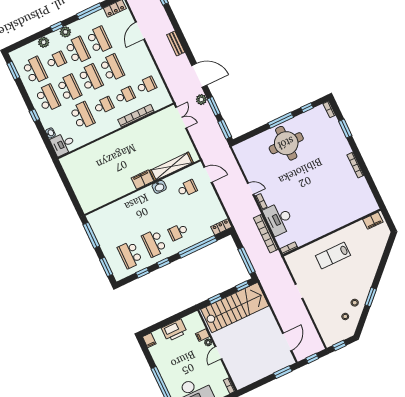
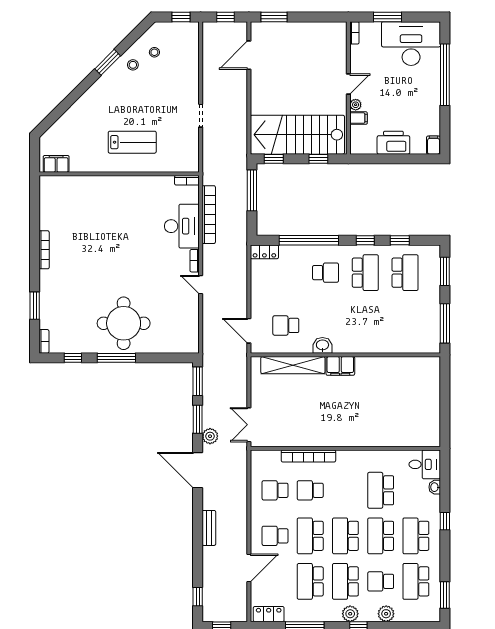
school desk: (104, 105) -> (275, 536), moved

